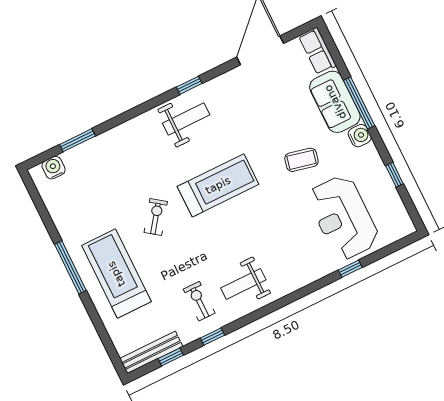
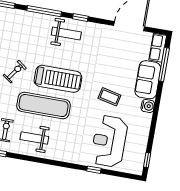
window: (359, 103) -> (164, 65), moved
window: (137, 111) -> (44, 11), added
window: (394, 175) -> (147, 160), moved
exercise mat: (225, 233) -> (44, 106), added

